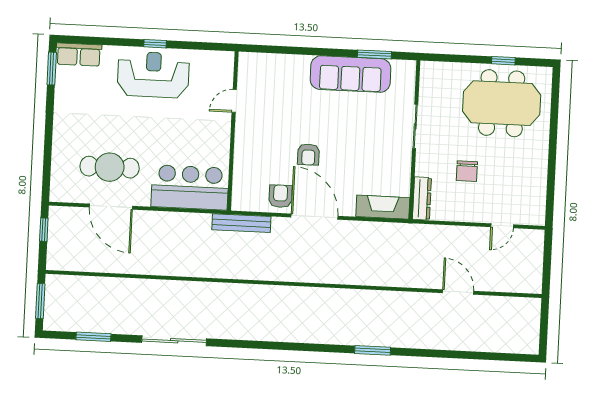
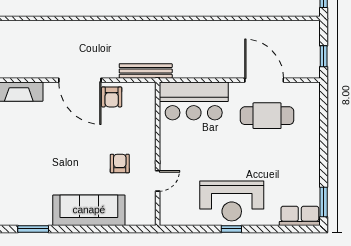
sofa: (351, 74) -> (89, 210), moved
armchair: (308, 154) -> (120, 164), moved

